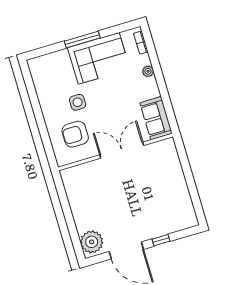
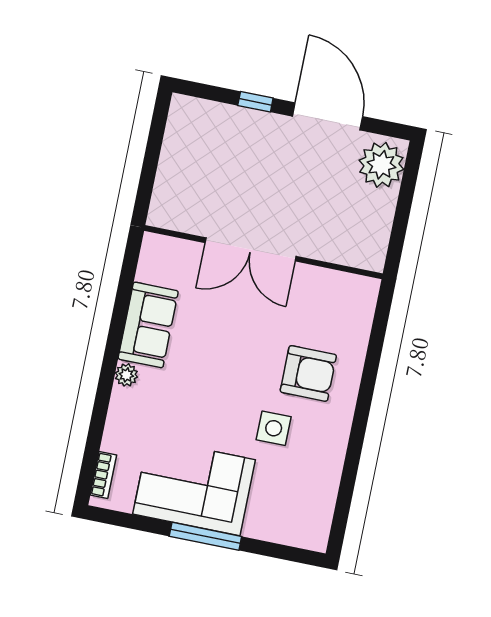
plant: (148, 71) -> (126, 375), moved
double door: (122, 150) -> (251, 249), moved
wall: (116, 152) -> (263, 252), moved

